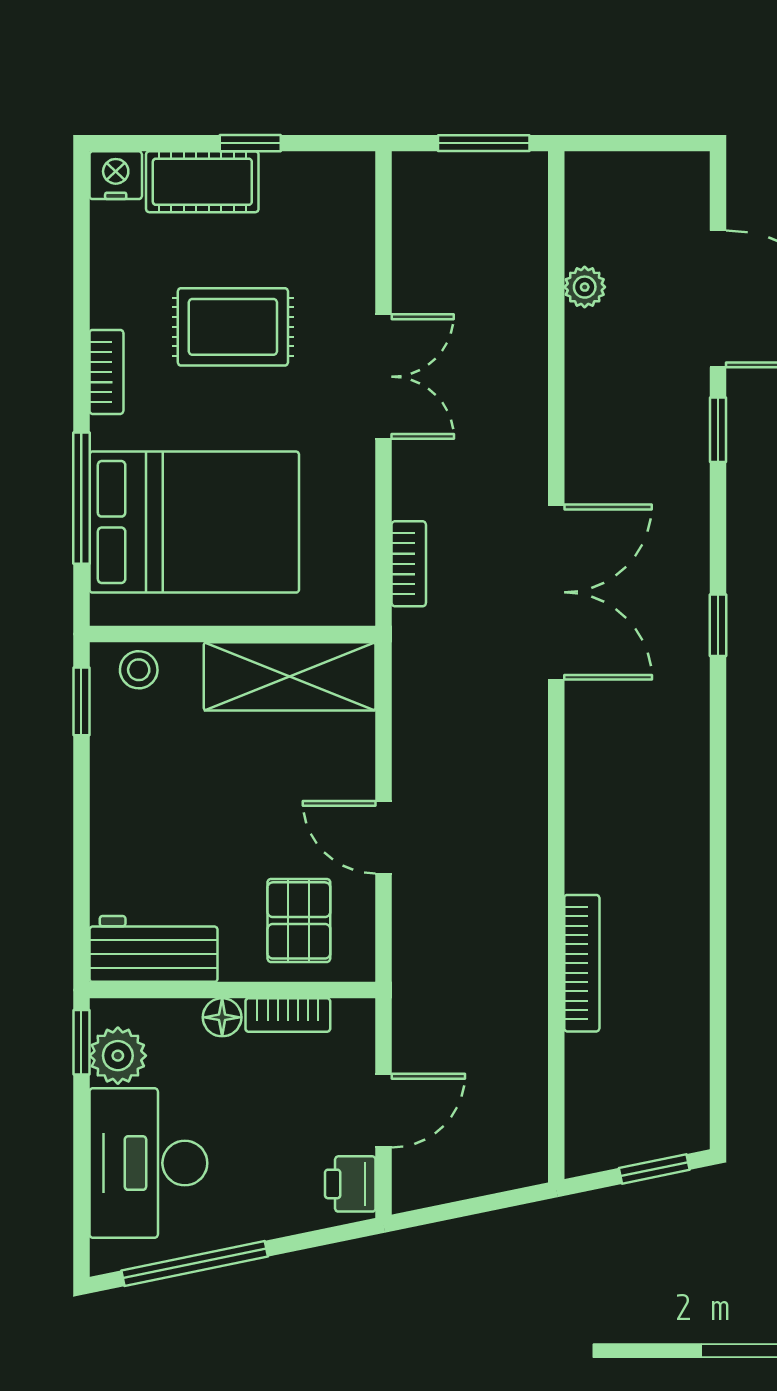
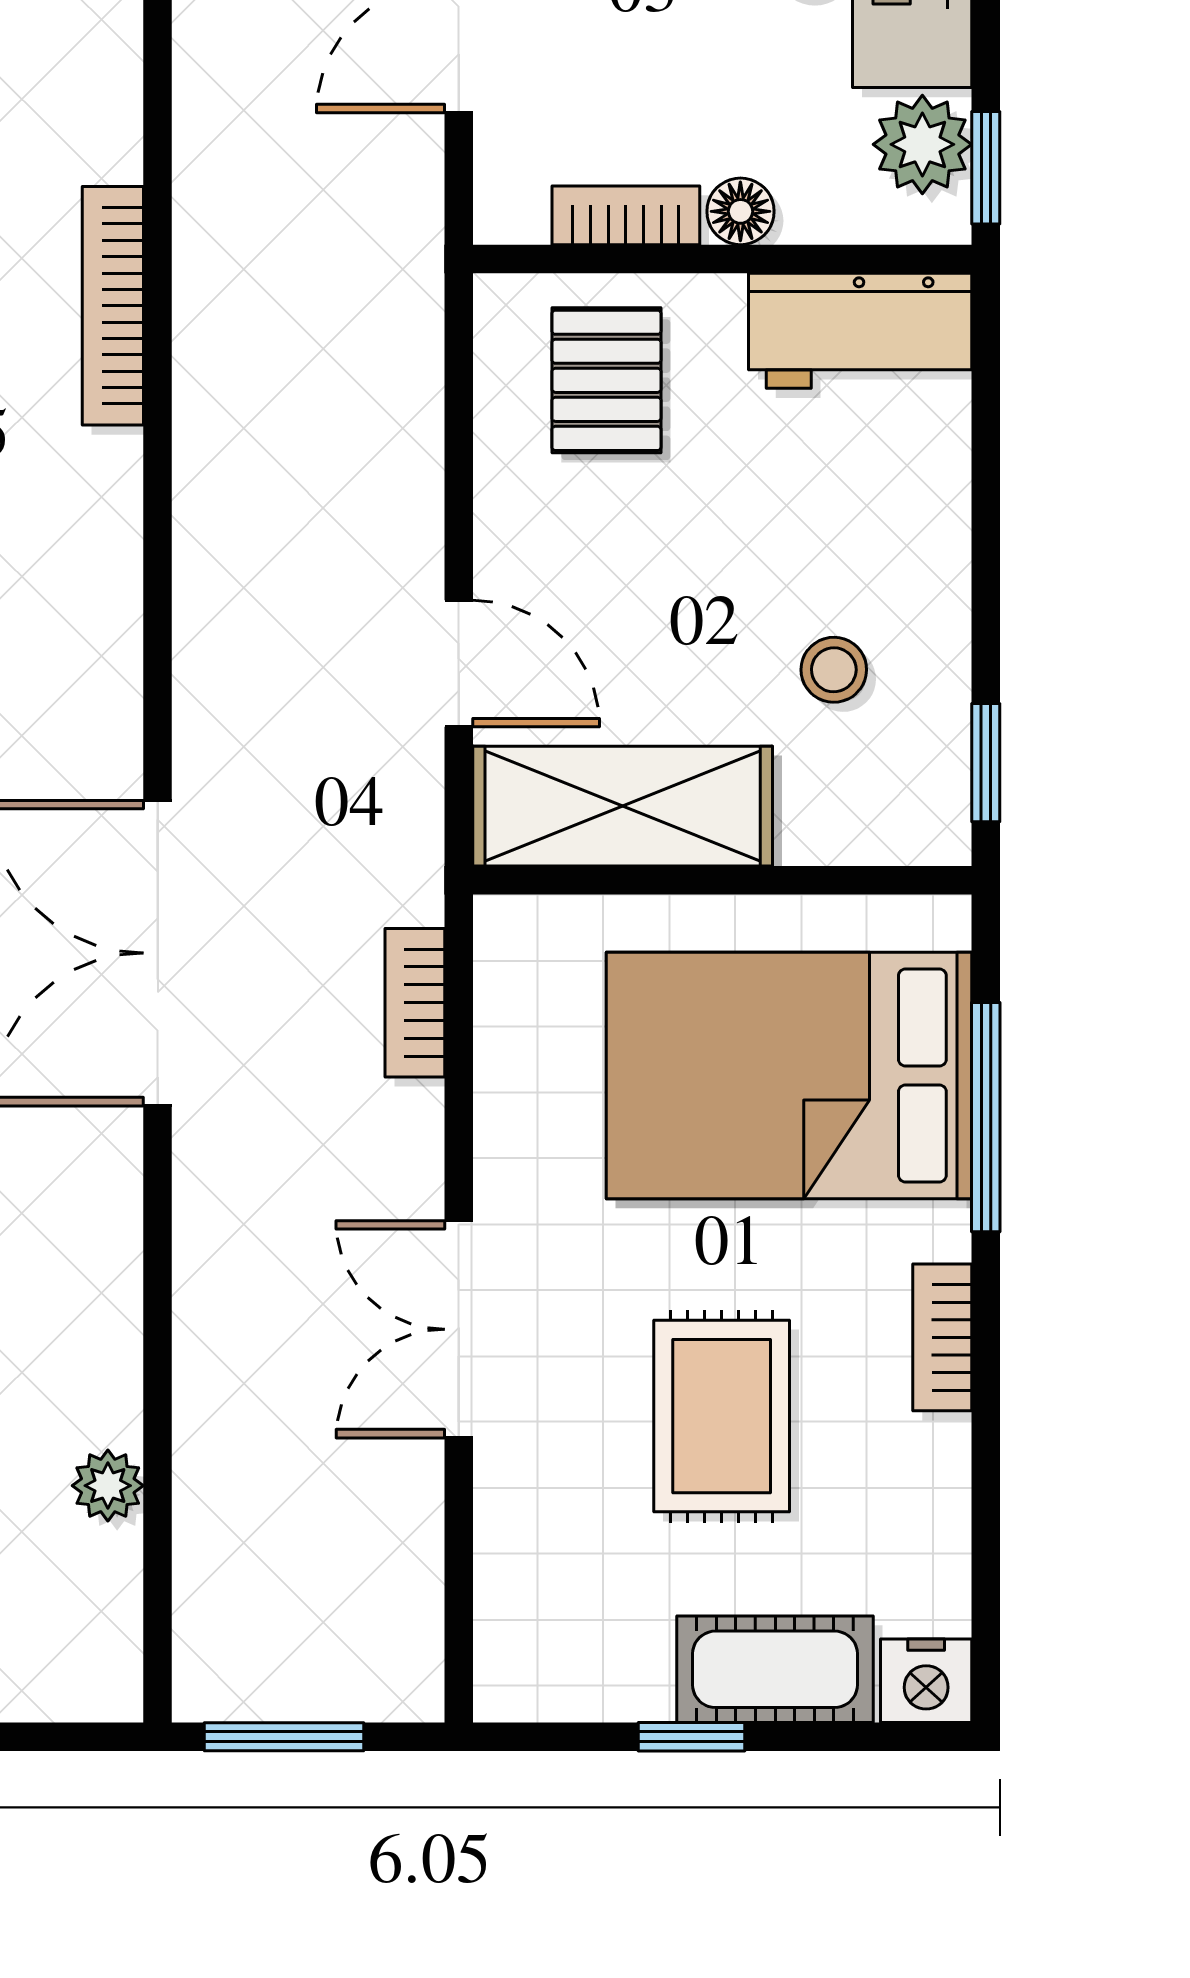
rug: (233, 327) -> (722, 1416), turned 90
stool: (139, 670) -> (834, 670), moved
door: (384, 837) -> (459, 664), moved

